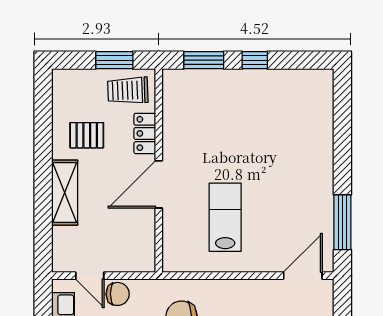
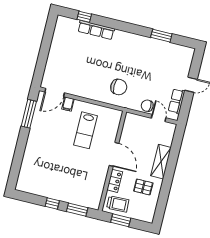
door: (159, 184) -> (114, 154), hinge flipped
filing cabinet: (271, 260) -> (68, 104), added

